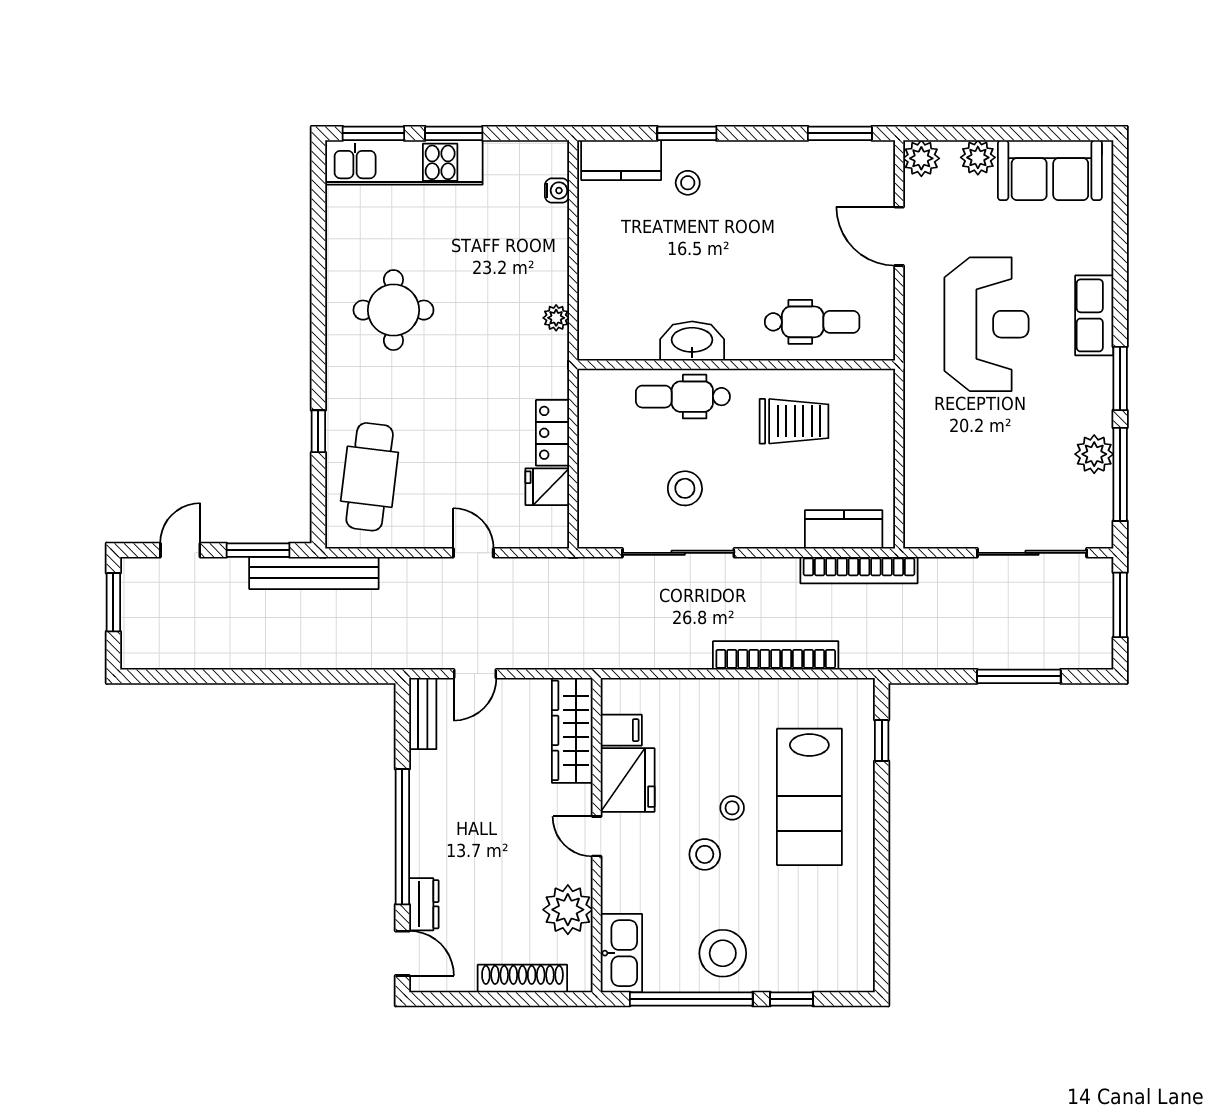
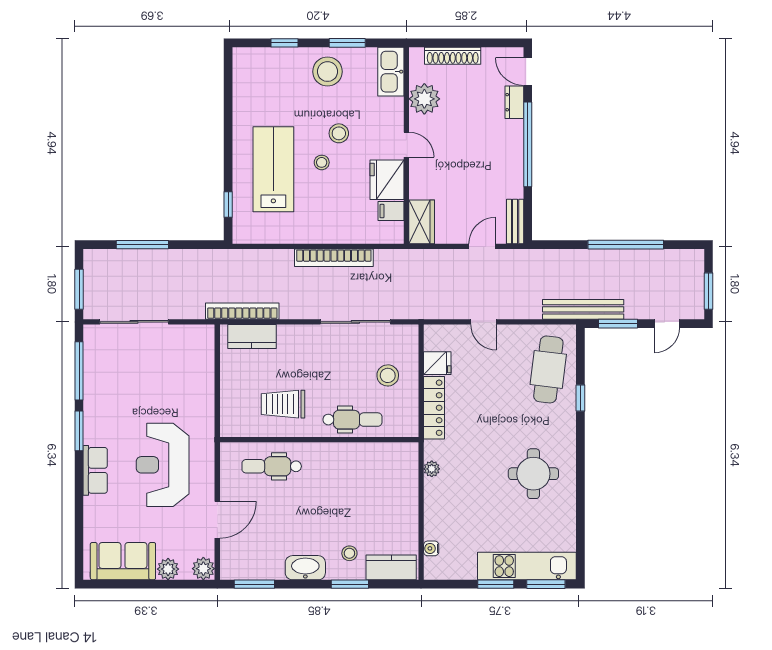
door: (899, 236) -> (217, 520), hinge flipped
washbasin: (692, 341) -> (305, 568), moved, turned 180
locker: (553, 433) -> (434, 408), width x1.53
plant: (1094, 454) -> (95, 384), removed
stool: (685, 488) -> (388, 375), moved
bookcase: (776, 655) -> (334, 258), moved
window: (246, 676) -> (626, 245), added
wardrobe: (572, 730) -> (422, 222), width x0.67
window: (691, 999) -> (347, 43), width x0.47

